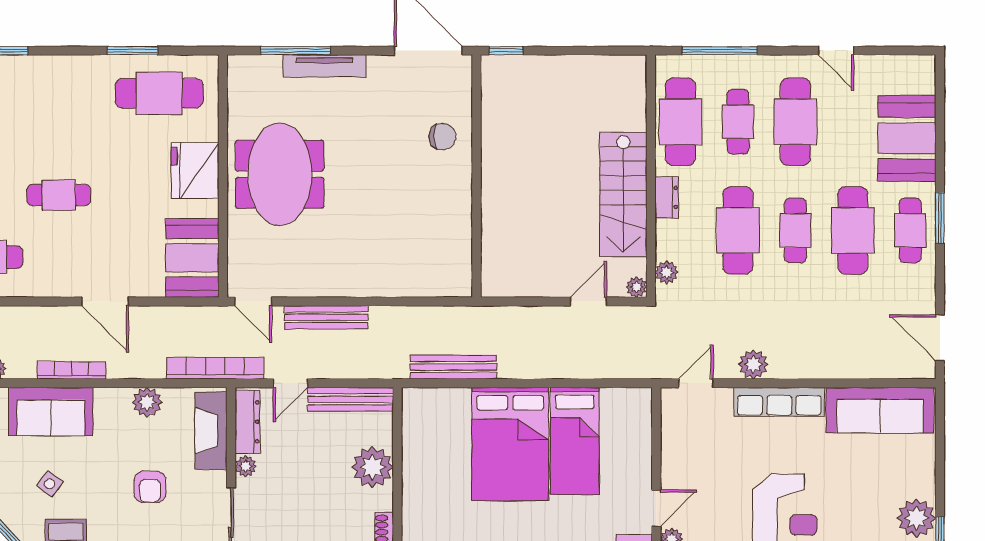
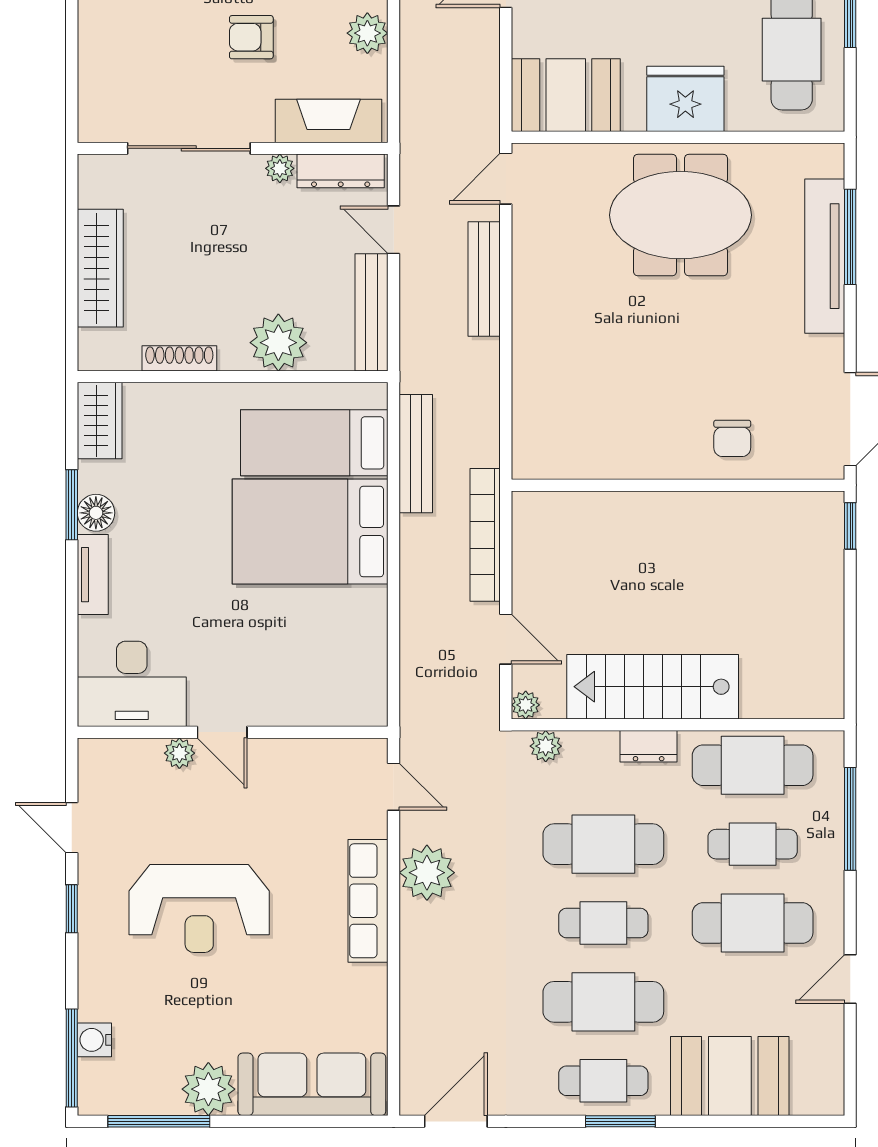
tv unit: (324, 66) -> (825, 256), width x1.36, depth x1.29
plant: (753, 364) -> (427, 873), width x1.36, depth x1.36
bookcase: (215, 368) -> (485, 535), moved, turned 180
sofa: (880, 410) -> (312, 1084), moved, turned 90
bed: (575, 441) -> (314, 443), moved

